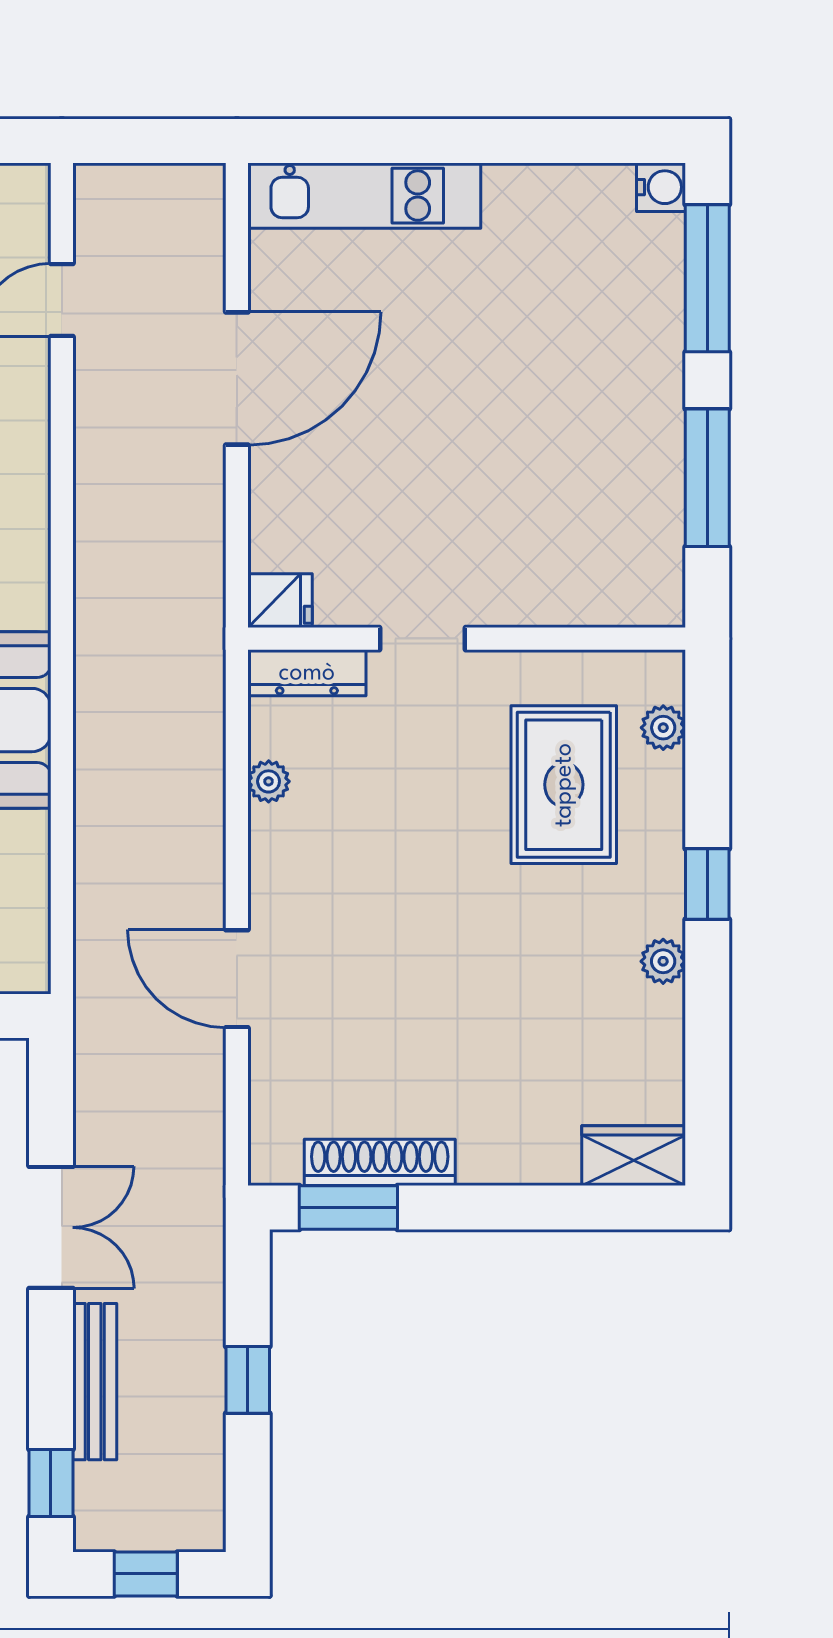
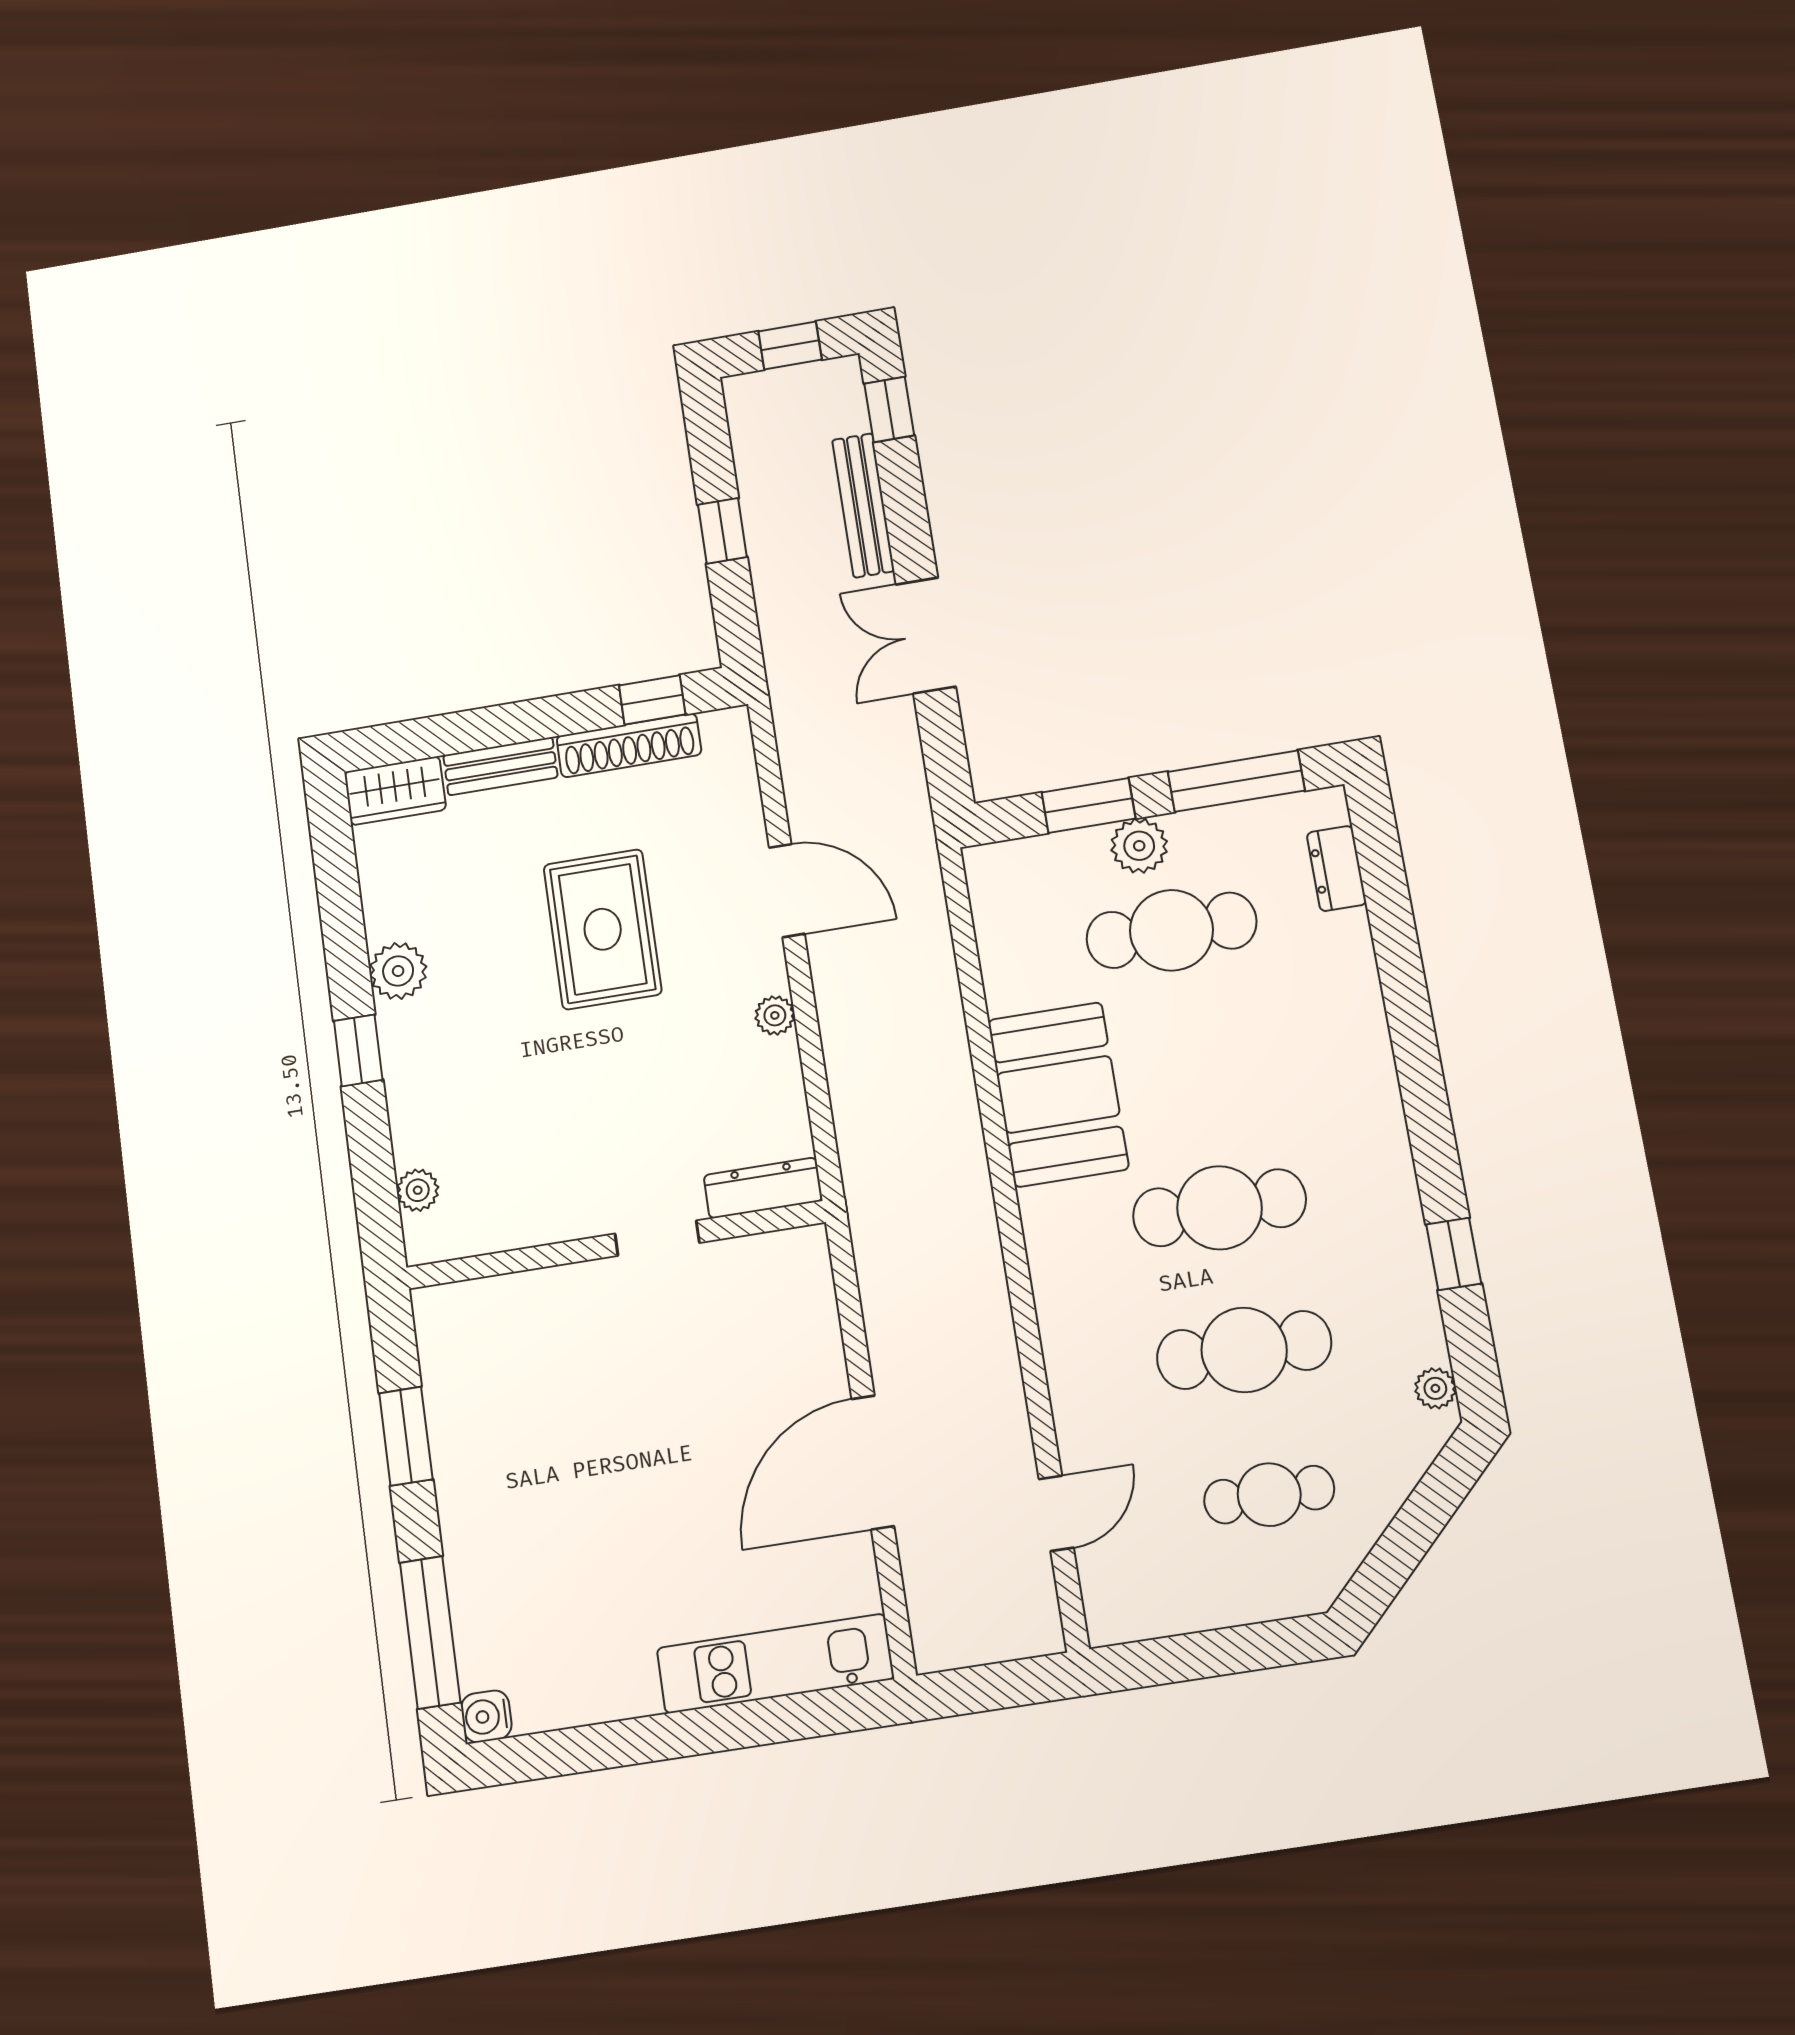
window: (707, 478) -> (406, 1436), width x0.69
fridge: (280, 601) -> (799, 1253), removed
plant: (269, 781) -> (775, 1015), moved
rug: (564, 785) -> (603, 929), moved
plant: (663, 961) -> (398, 971), width x1.38, depth x1.38
bench: (519, 1163) -> (500, 766), added
window: (348, 1207) -> (652, 700), width x0.67

